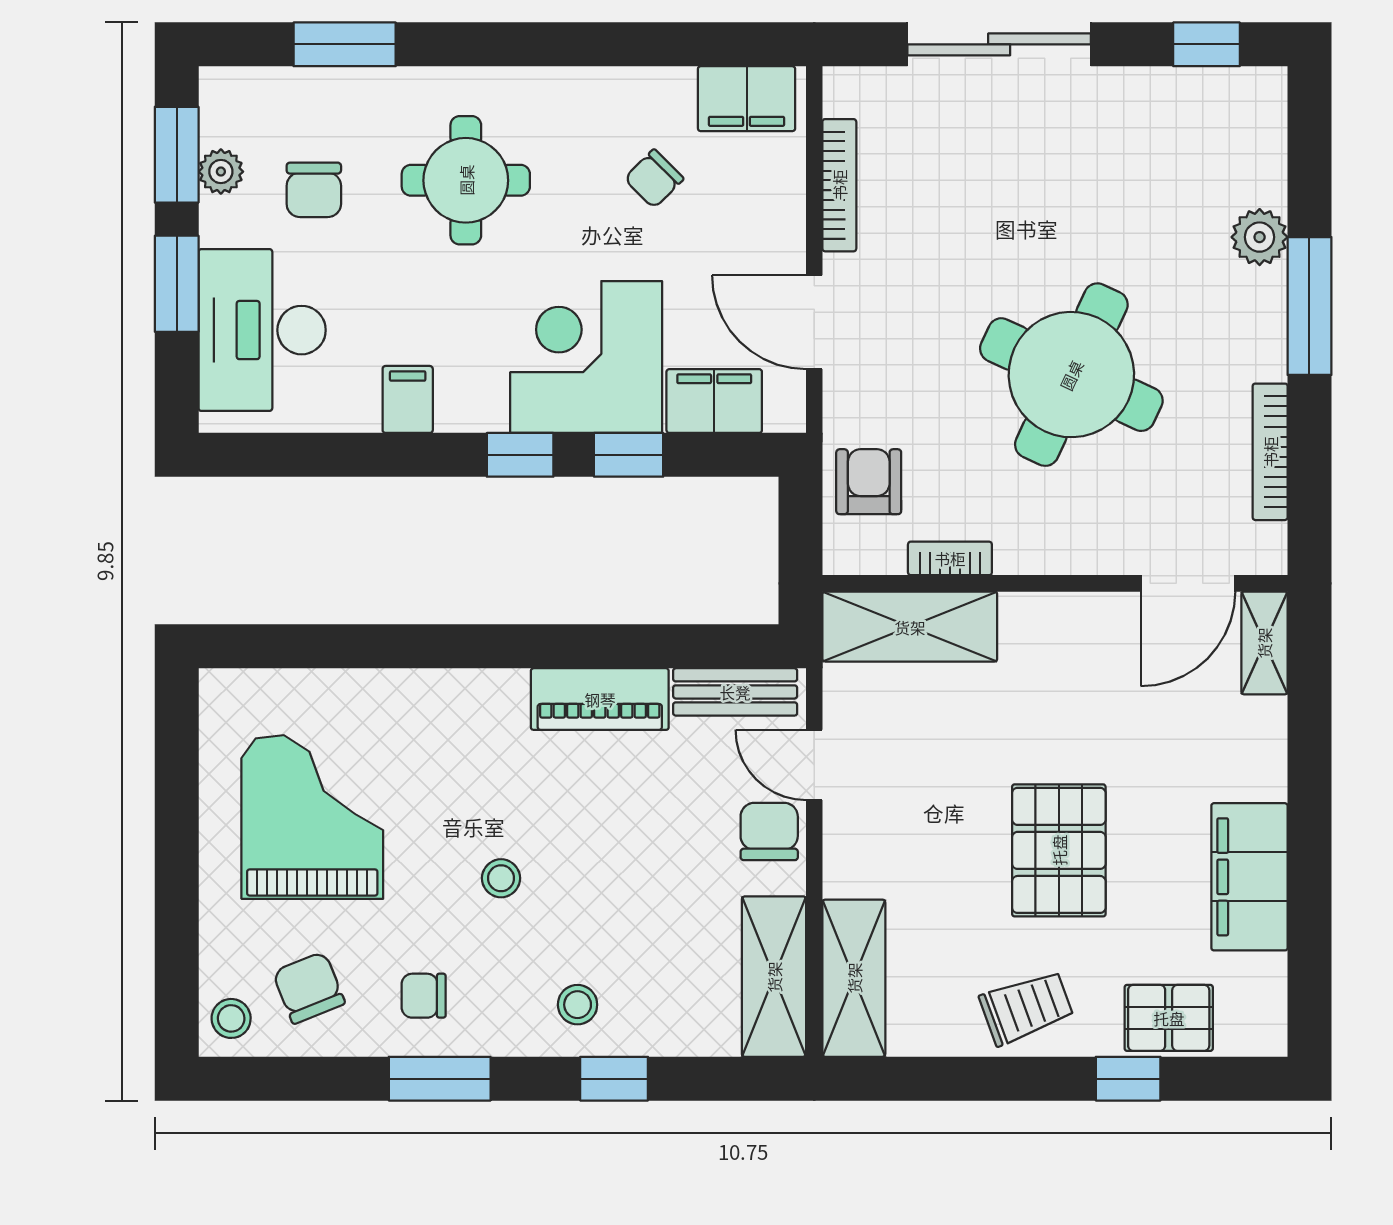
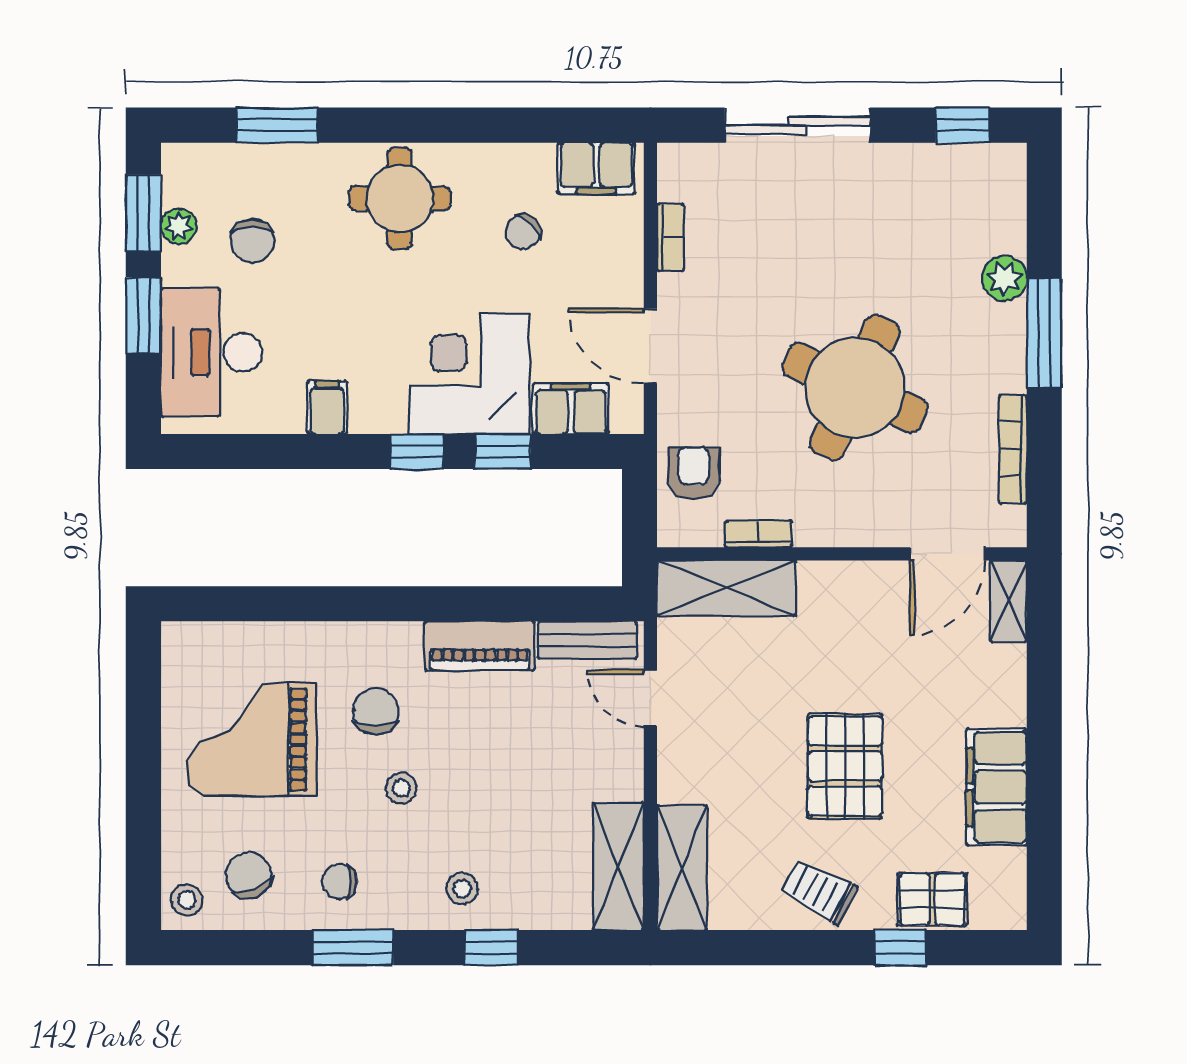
round table: (466, 180) -> (400, 198), moved
bookcase: (839, 185) -> (670, 237), width x0.64
grand piano: (312, 817) -> (251, 740), turned -90
chair: (769, 831) -> (376, 711), moved
trolley: (1026, 1008) -> (819, 891), turned -132

